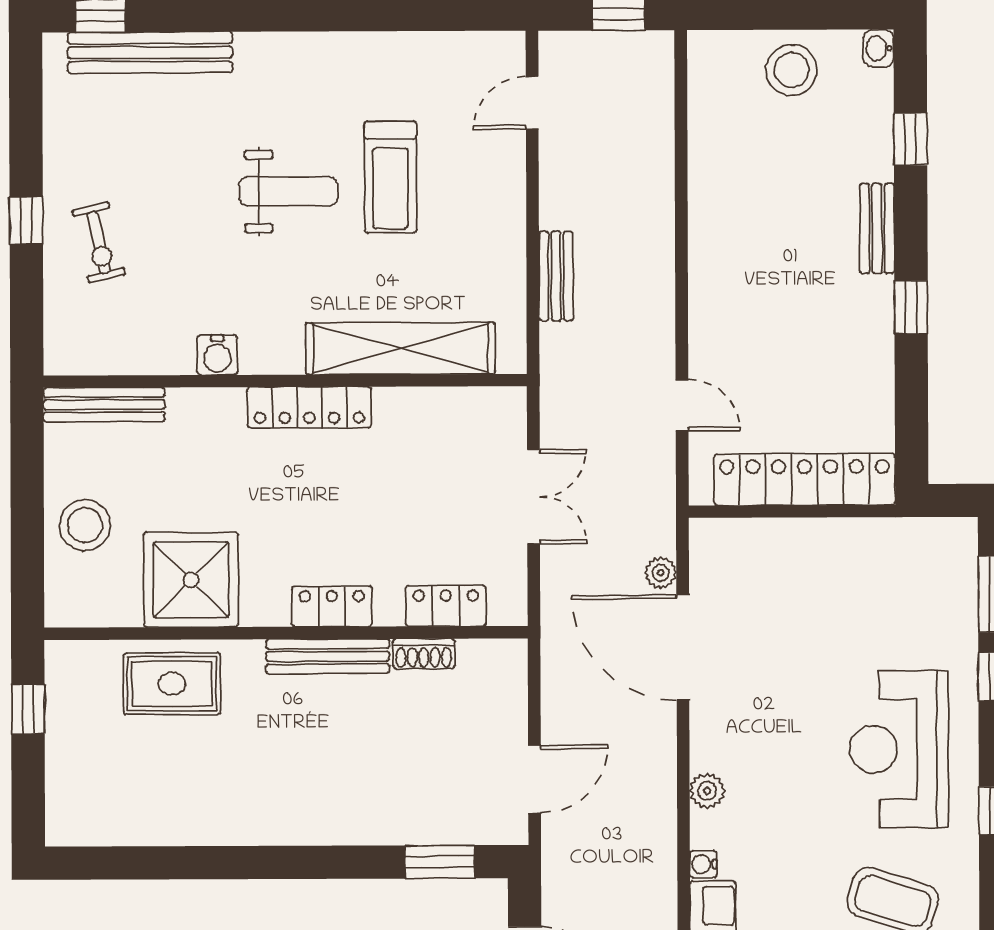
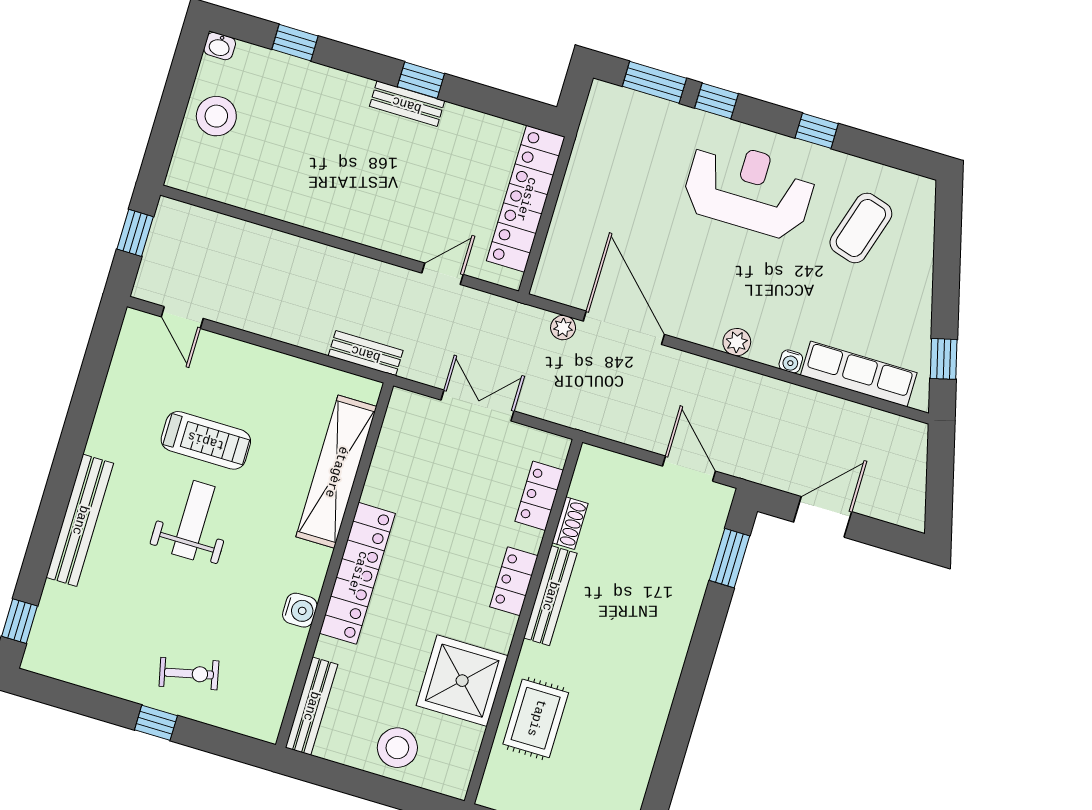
bench: (150, 53) -> (80, 520), moved
bench: (877, 228) -> (407, 104), moved
bench: (556, 276) -> (366, 353), moved
locker: (309, 407) -> (357, 573), width x1.41, depth x1.21
door: (683, 647) -> (624, 328), swing flipped
reception desk: (899, 749) -> (749, 189), turned 180

